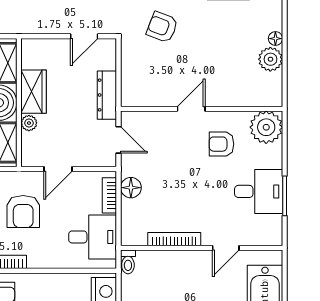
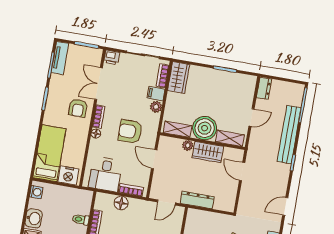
door: (84, 36) -> (242, 172), moved
floor lamp: (131, 188) -> (121, 203), moved
floor lamp: (35, 262) -> (96, 134), added
toilet: (128, 262) -> (81, 219), moved

